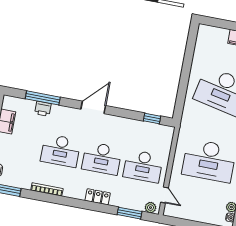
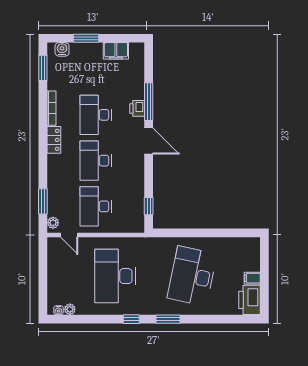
window: (43, 98) -> (149, 102), moved
printer: (43, 109) -> (137, 108), moved
door: (164, 195) -> (69, 235), hinge flipped
locker: (98, 197) -> (54, 140), moved

